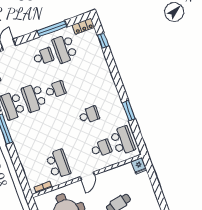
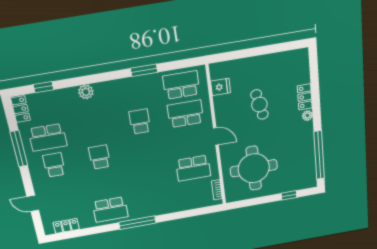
plant: (105, 71) -> (86, 92), added
school desk: (34, 98) -> (105, 184), removed
school desk: (101, 148) -> (185, 114), width x1.85
school desk: (58, 164) -> (193, 168), turned 180
fridge: (139, 166) -> (221, 87), moved

